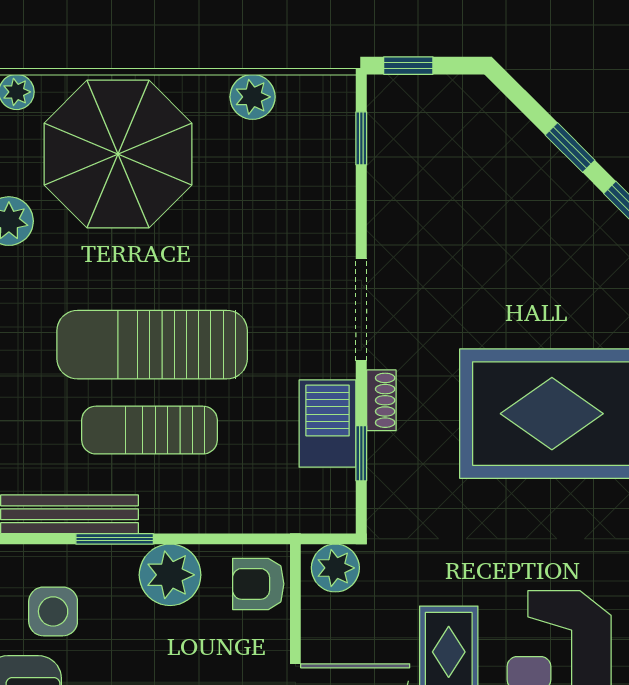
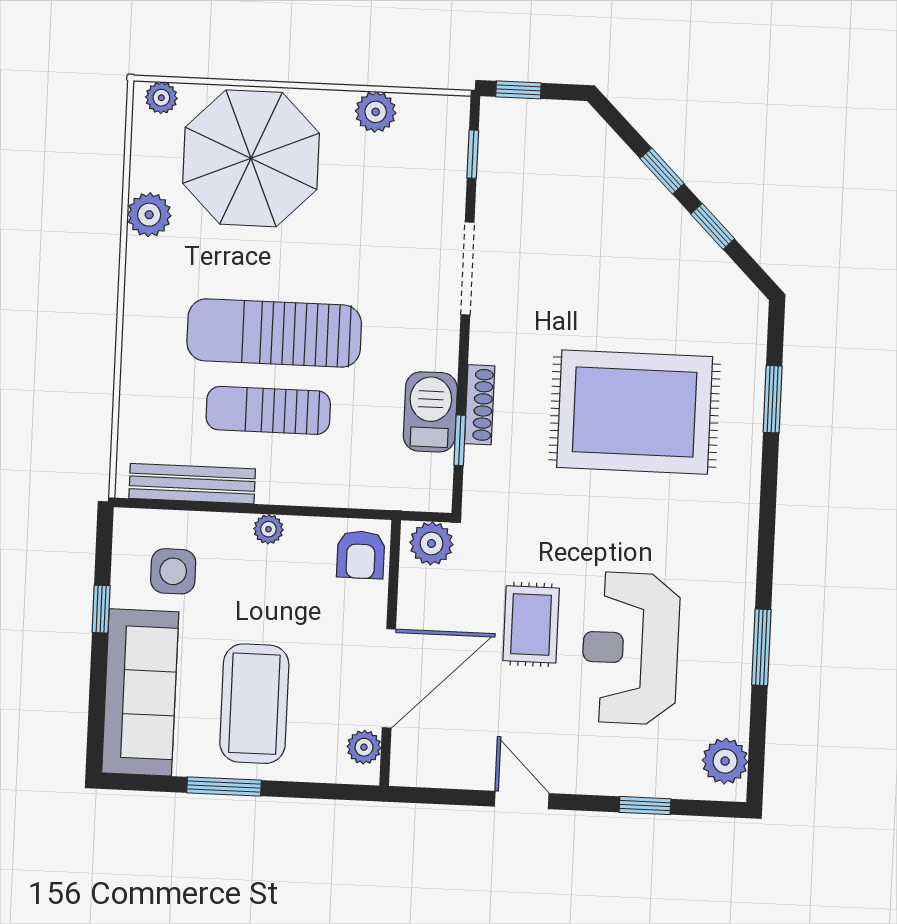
doorway: (361, 310) -> (468, 269), moved
shoe rack: (381, 400) -> (480, 405), width x1.43
window: (115, 539) -> (232, 508), removed
plant: (170, 575) -> (268, 529), width x0.53, depth x0.53
armchair: (258, 584) -> (361, 555), turned -90

